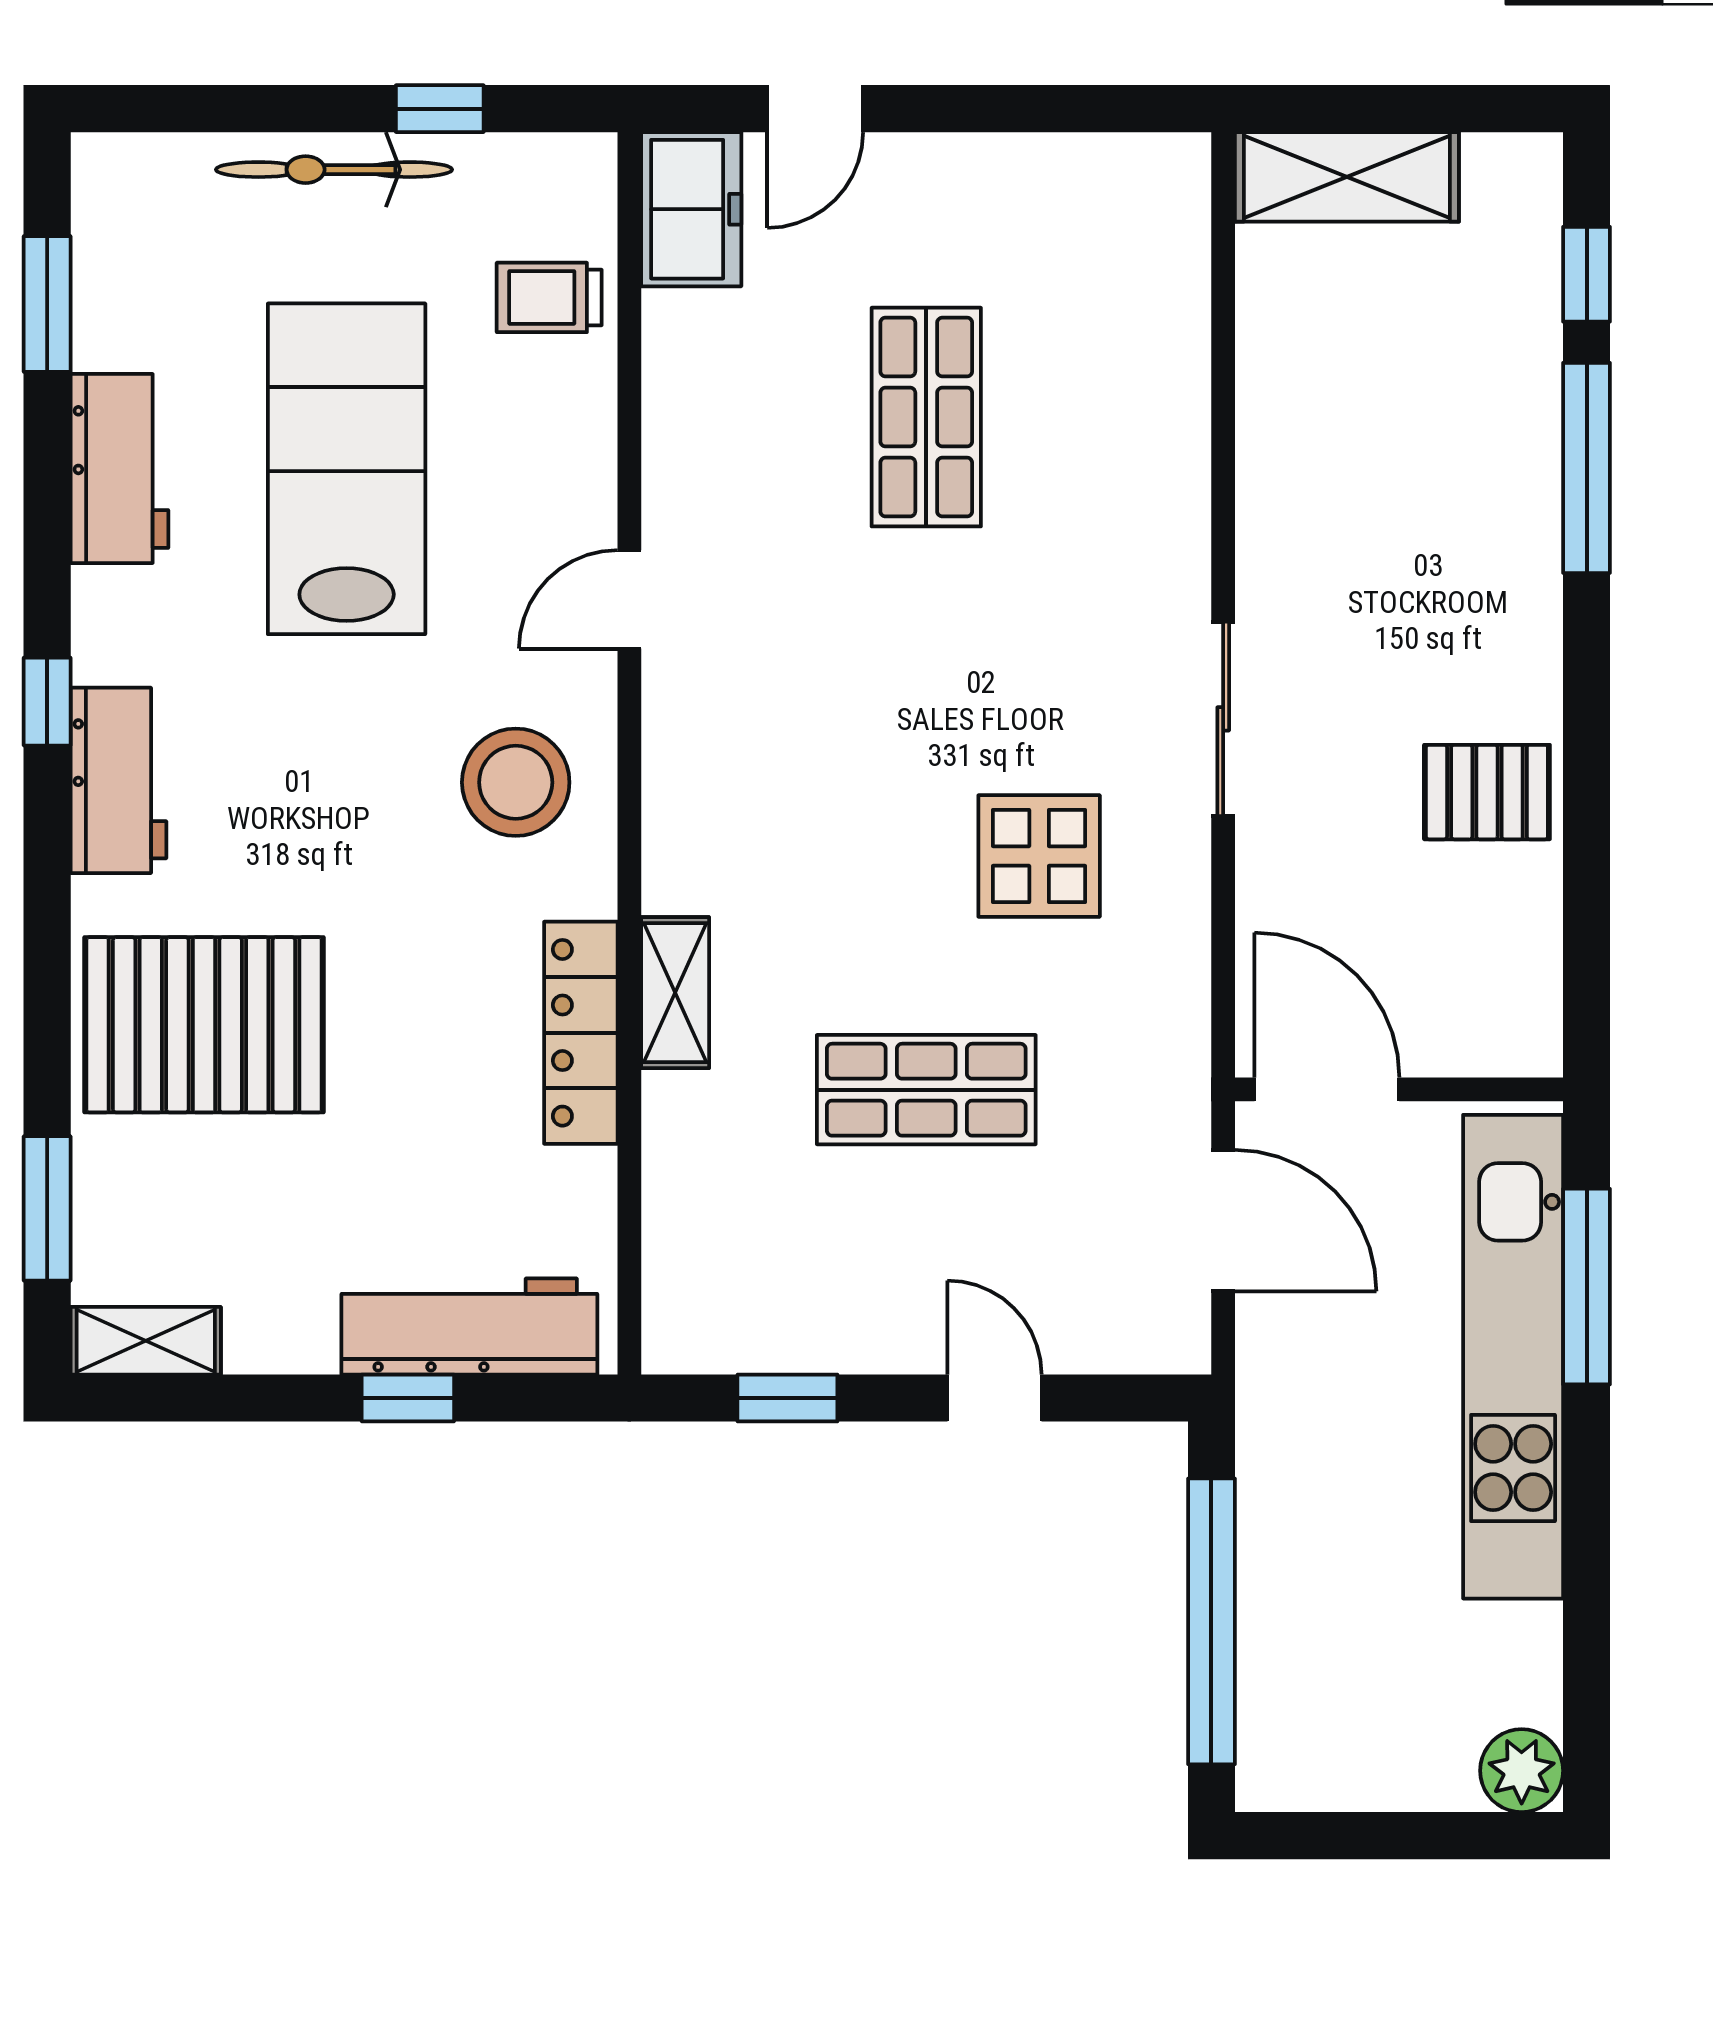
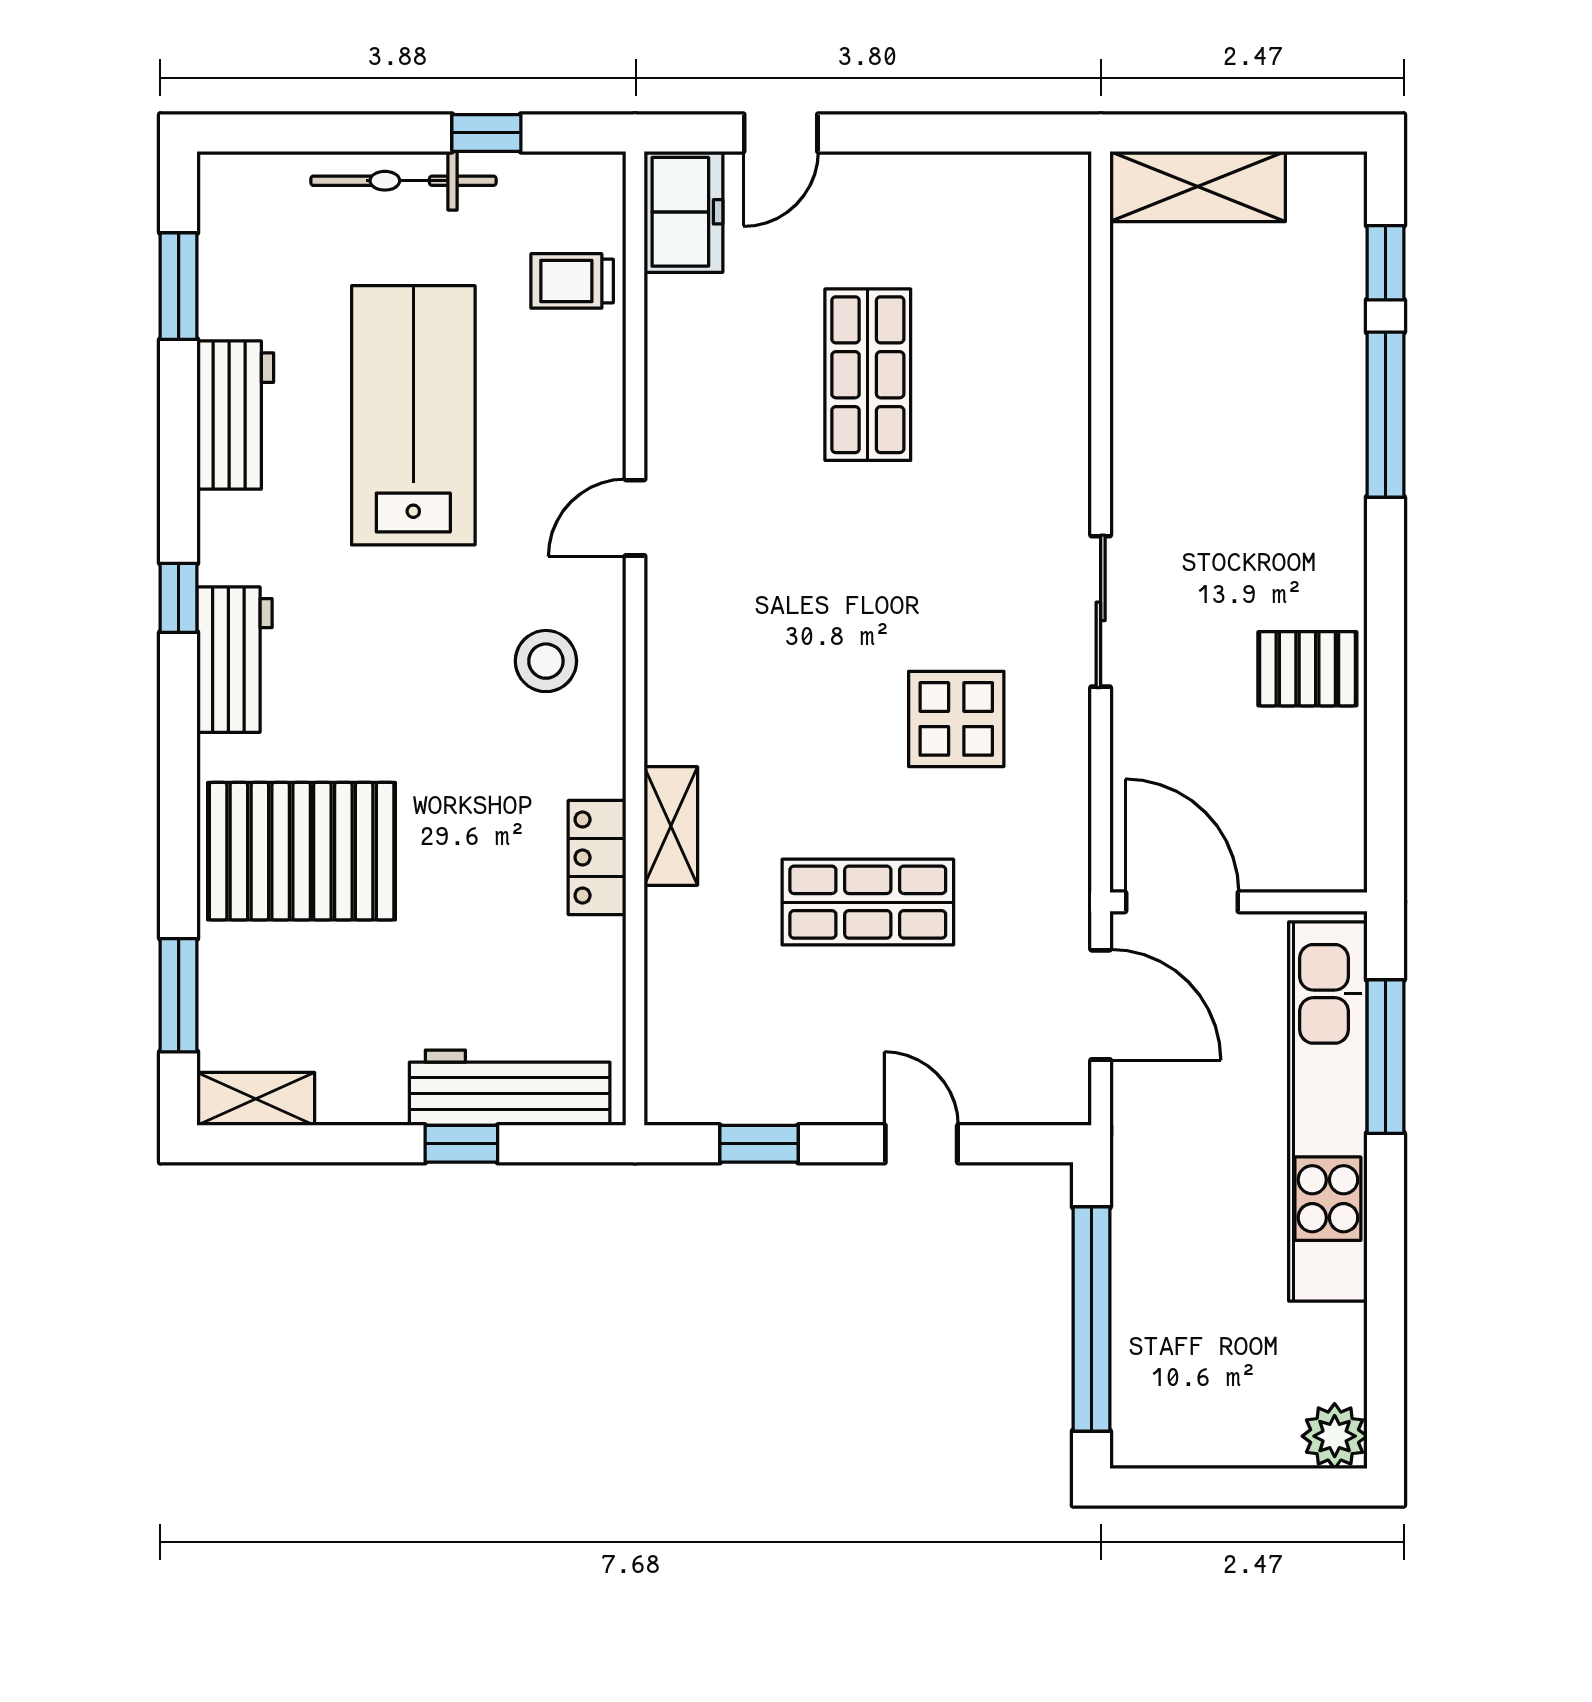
stool: (516, 782) -> (546, 661), width x0.73, depth x0.73
locker: (581, 1033) -> (597, 857), width x0.66

